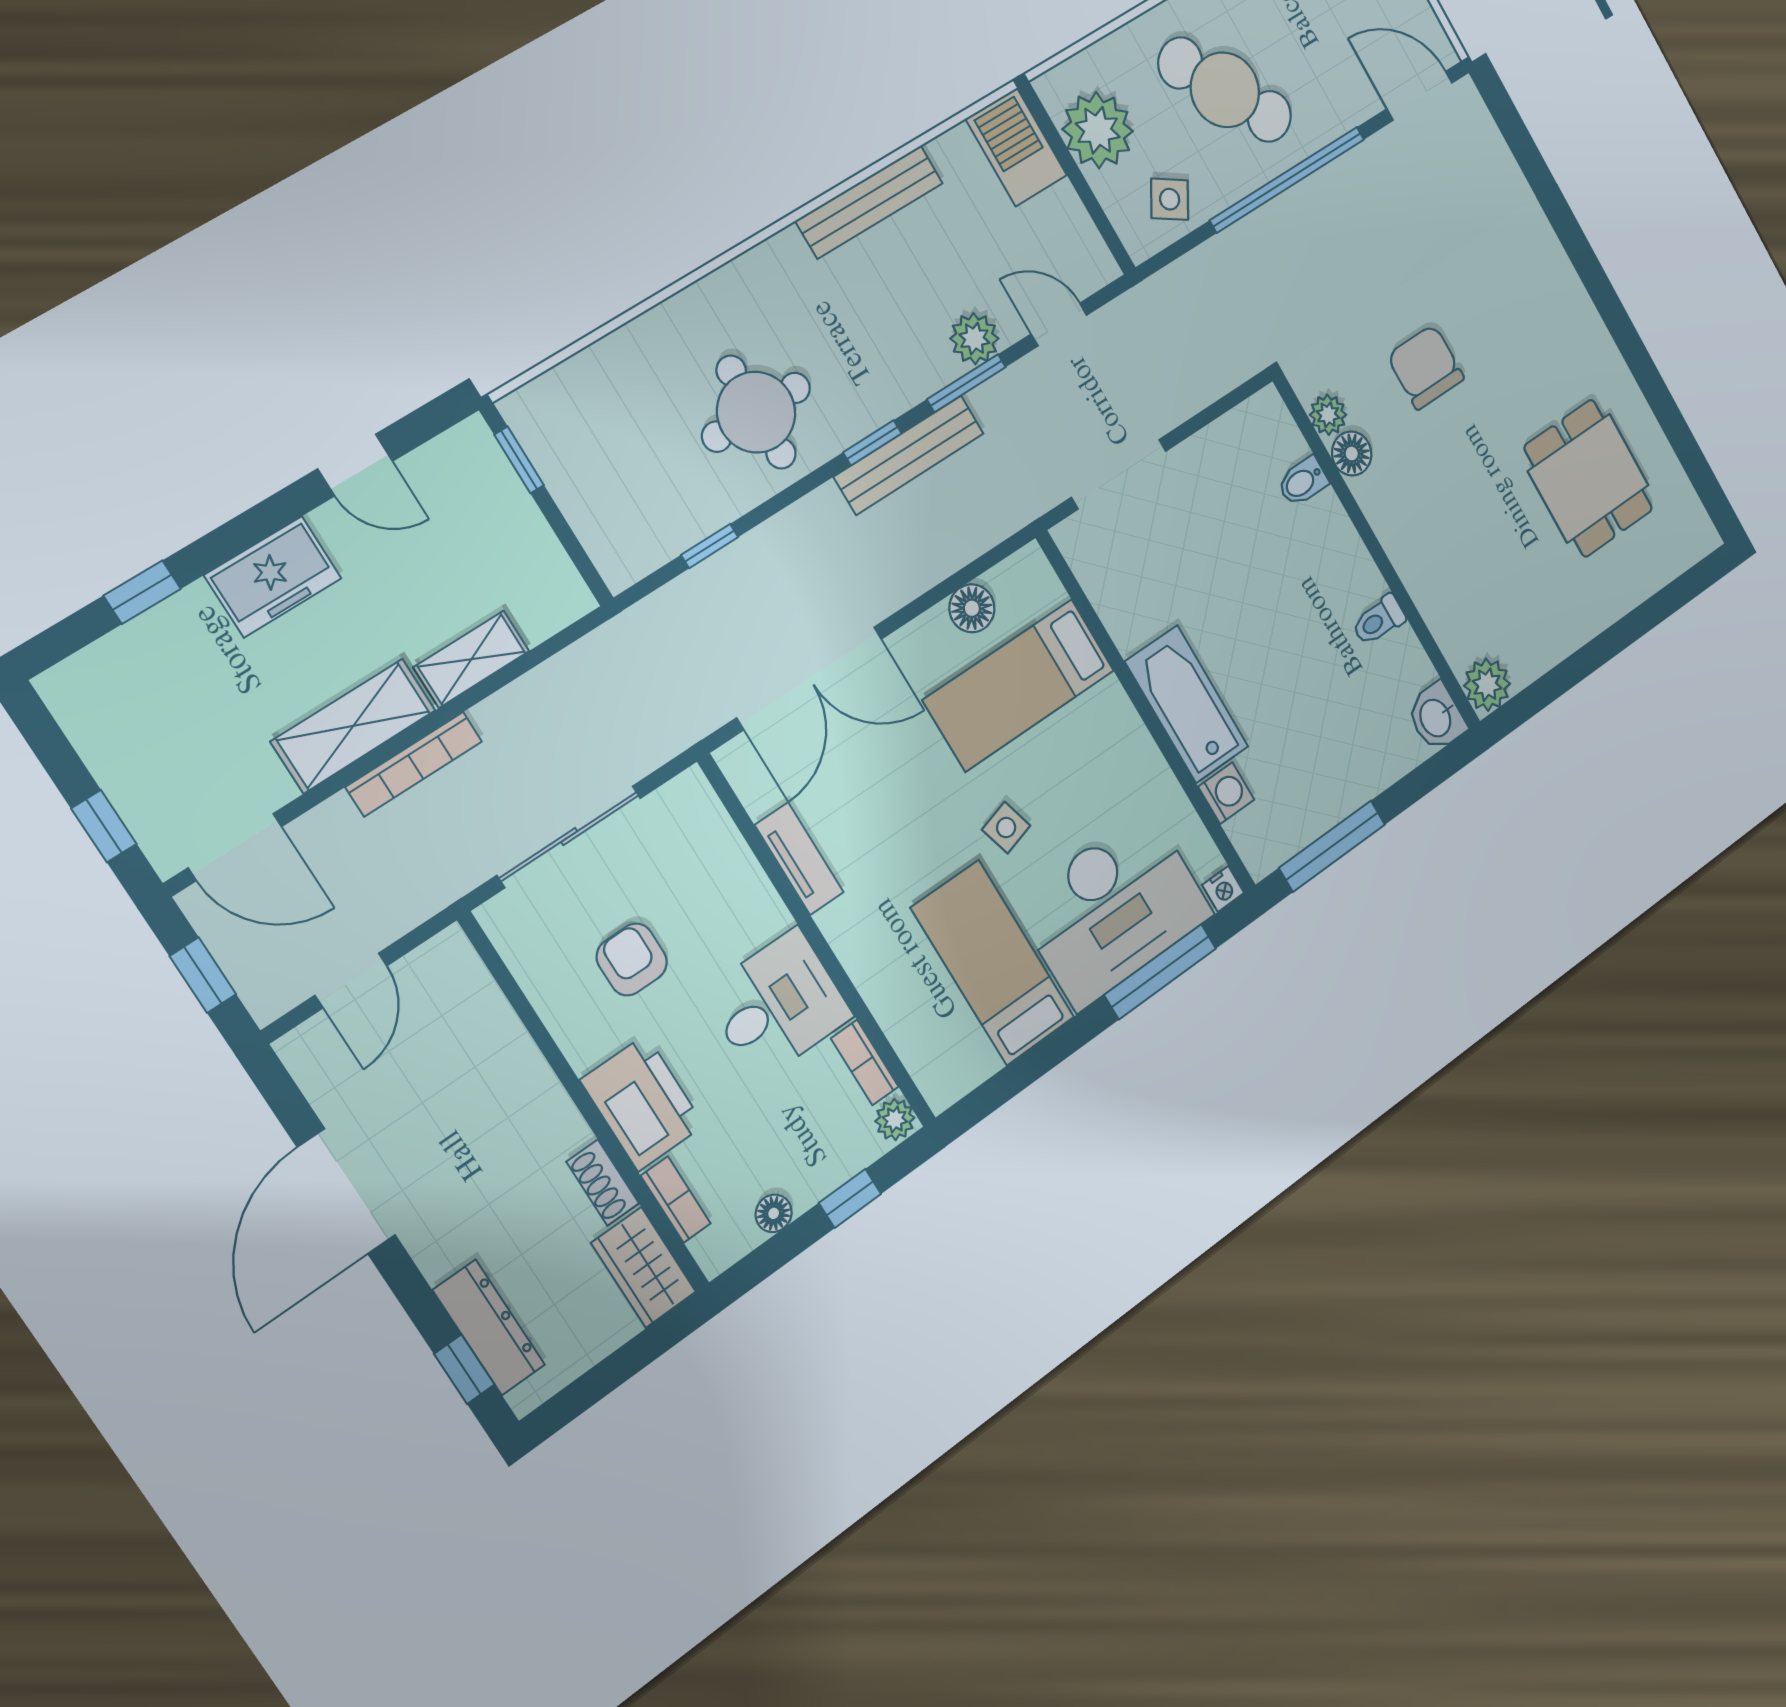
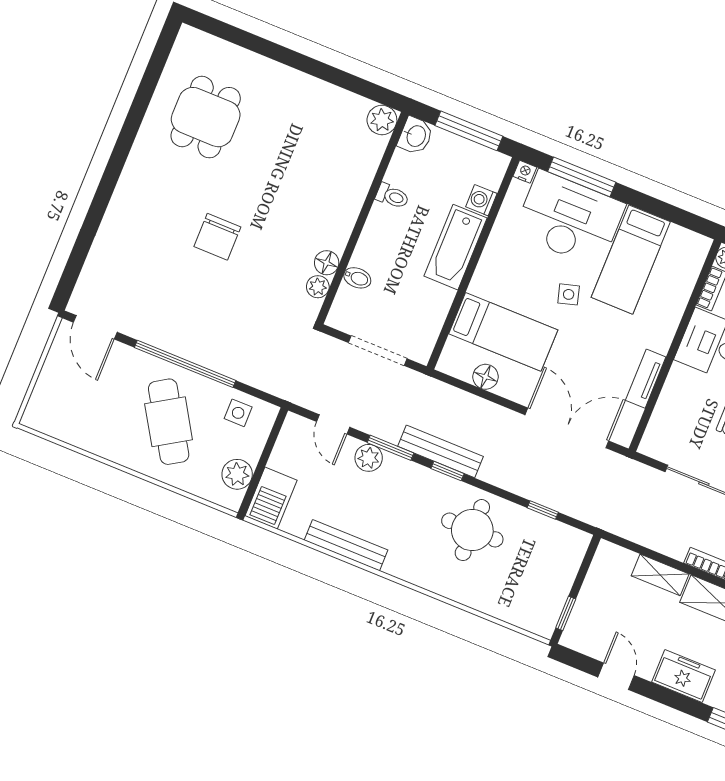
plant: (1098, 130) -> (237, 474), width x0.73, depth x0.73
side table: (1170, 199) -> (238, 413), turned -32
plant: (1328, 415) -> (318, 287), moved
floor lamp: (1352, 454) -> (327, 263), moved
bidet: (1303, 482) -> (357, 278), moved
wall: (1378, 553) -> (362, 218), moved
toilet: (1379, 620) -> (392, 196), moved
plant: (1487, 685) -> (382, 120), moved
washbasin: (1436, 717) -> (415, 136), moved

